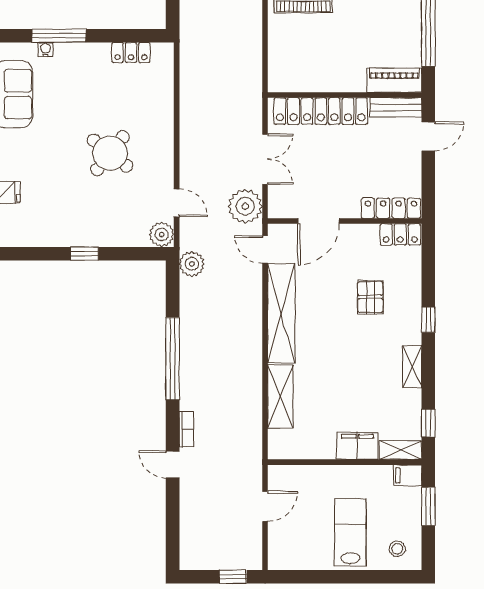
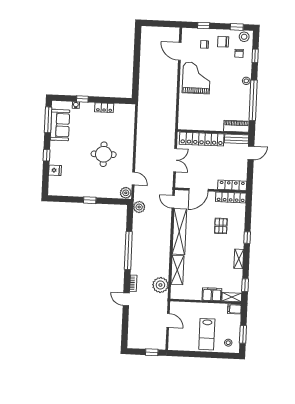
window: (59, 36) -> (82, 99), width x0.46
locker: (131, 52) -> (104, 108), moved
round table: (110, 153) -> (104, 154), turned -38
plant: (245, 206) -> (160, 285), moved
locker: (400, 234) -> (231, 197), width x1.53
door: (265, 506) -> (168, 320), hinge flipped
window: (428, 506) -> (243, 334), moved
lab bench: (350, 532) -> (207, 334), turned 180

